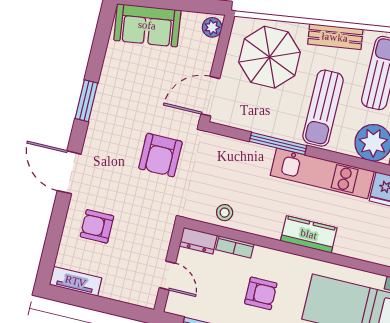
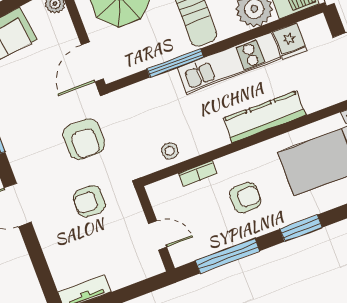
armchair: (97, 226) -> (89, 201), moved
kitchen counter: (309, 234) -> (264, 117), width x1.50
dresser: (198, 241) -> (164, 189), removed

